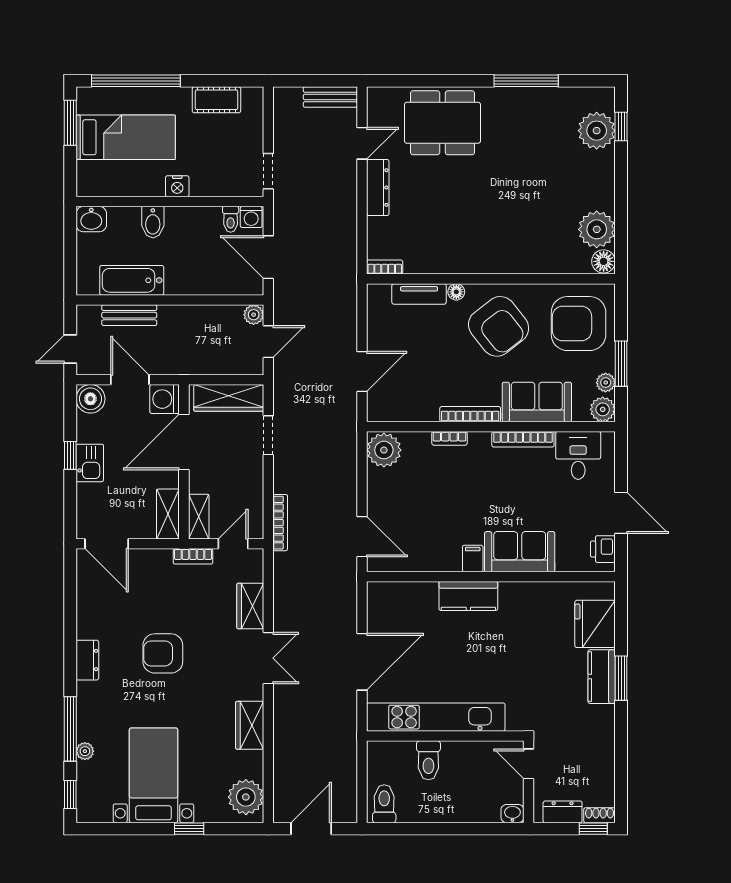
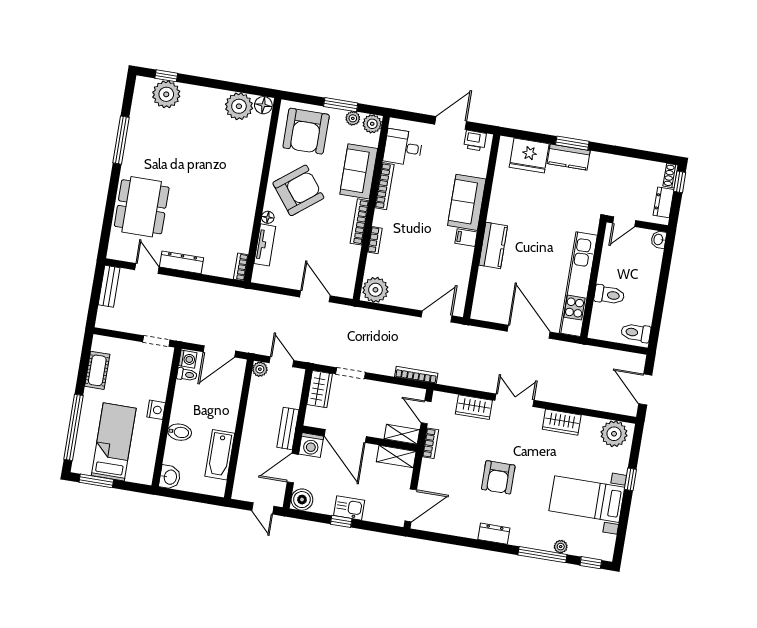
bench: (129, 315) -> (288, 429), moved
wardrobe: (229, 398) -> (320, 389), width x0.67

